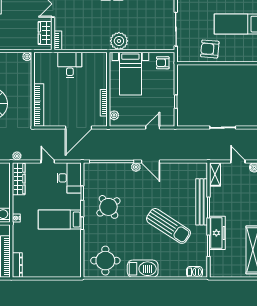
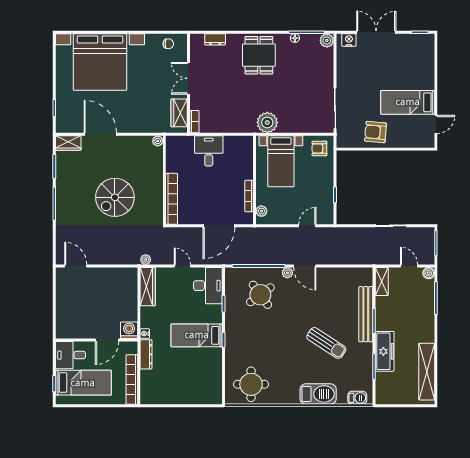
round table: (108, 207) -> (260, 295), moved
sun lounger: (169, 226) -> (326, 343), width x0.73, depth x0.75
dresser: (17, 265) -> (146, 354), moved
barbecue: (143, 269) -> (318, 394), moved

